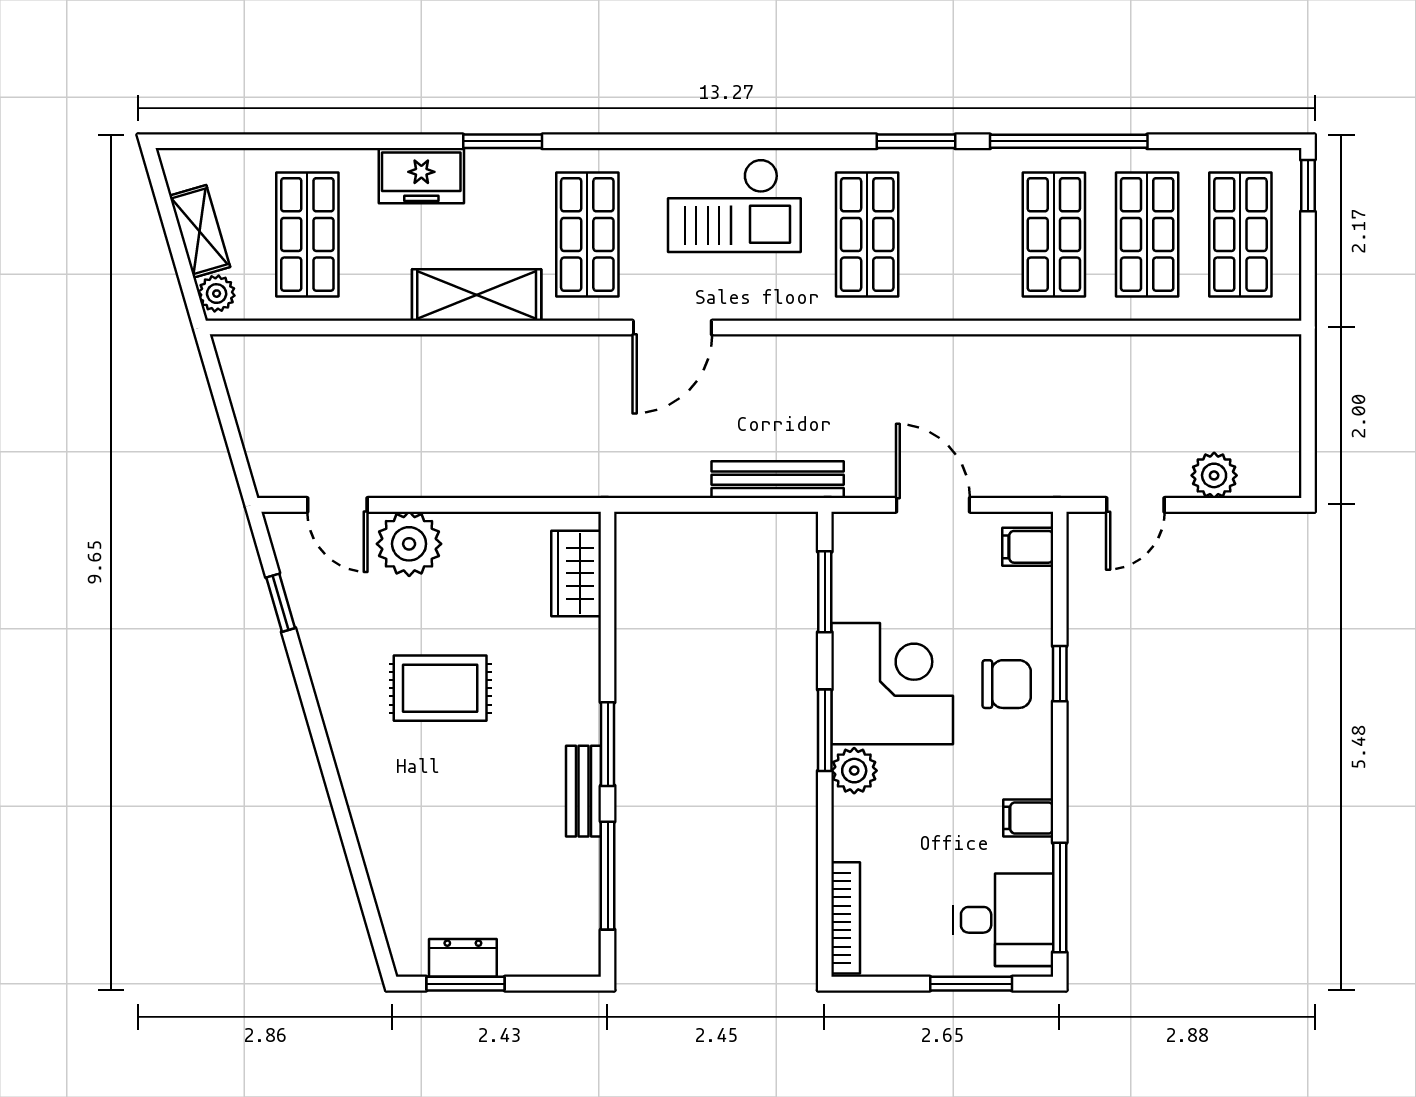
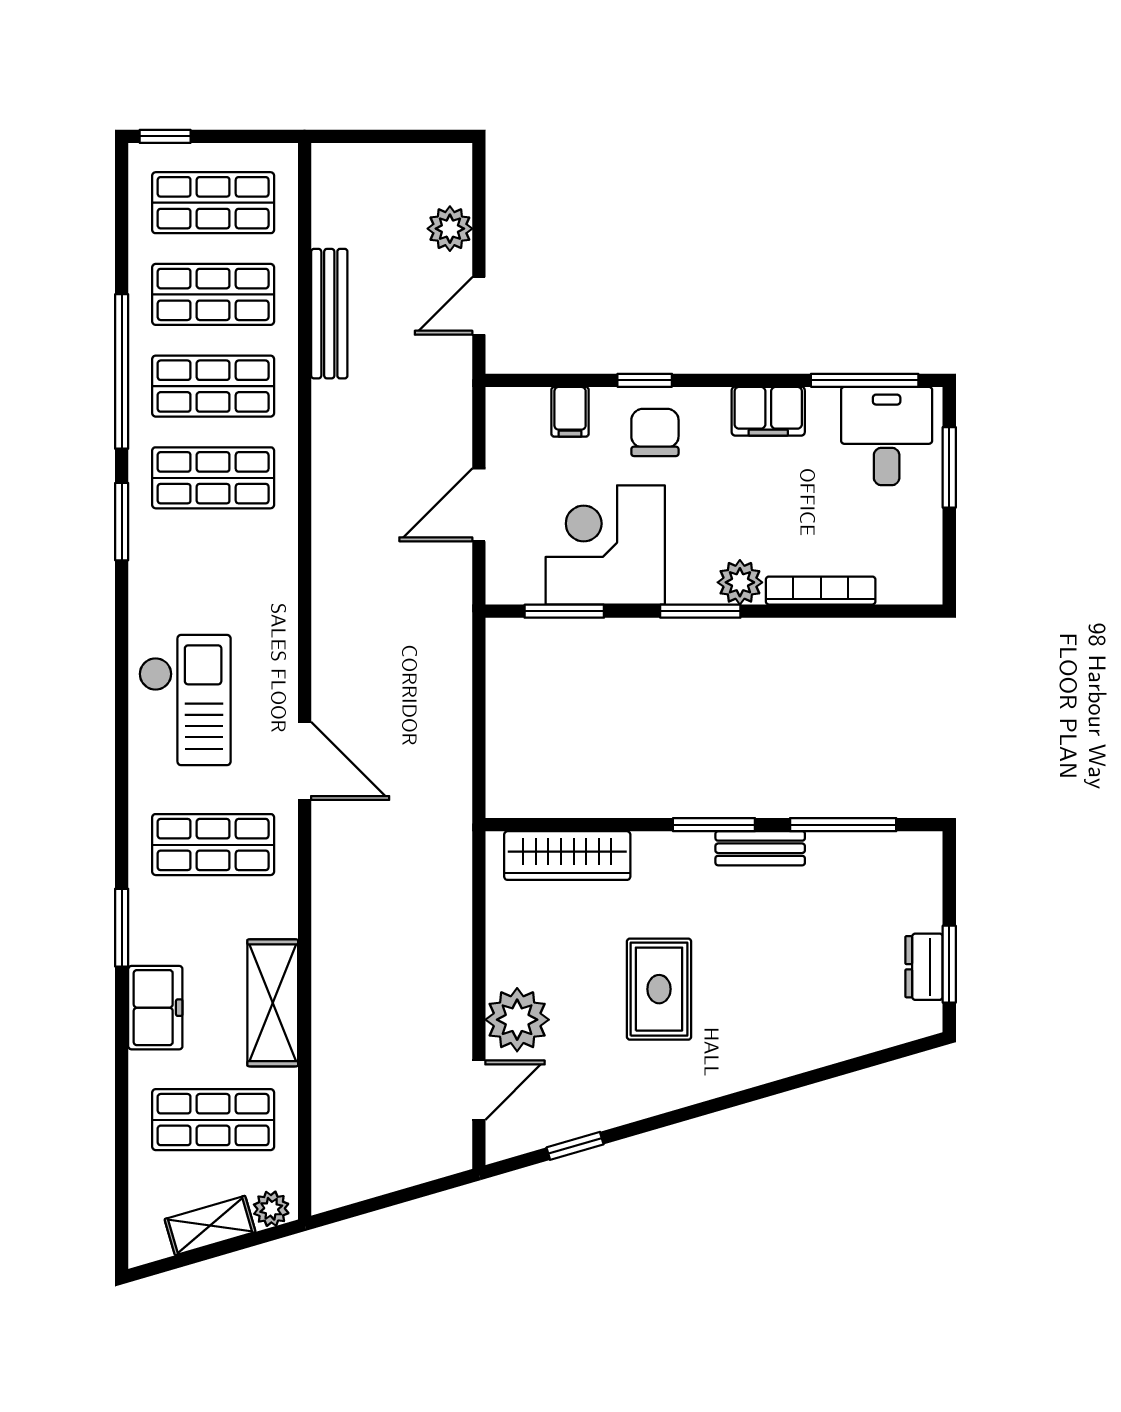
shop shelf: (867, 234) -> (213, 478), moved
shelving: (477, 295) -> (273, 1003), moved
bench: (778, 480) -> (329, 314), moved
door: (1135, 505) -> (479, 306), swing flipped
filing cabinet: (1028, 547) -> (570, 412), moved
wardrobe: (576, 573) -> (567, 856), width x1.50
corner desk: (892, 684) -> (605, 545), moved
filing cabinet: (1028, 818) -> (768, 411), width x2.00
bookcase: (846, 918) -> (821, 591), moved

